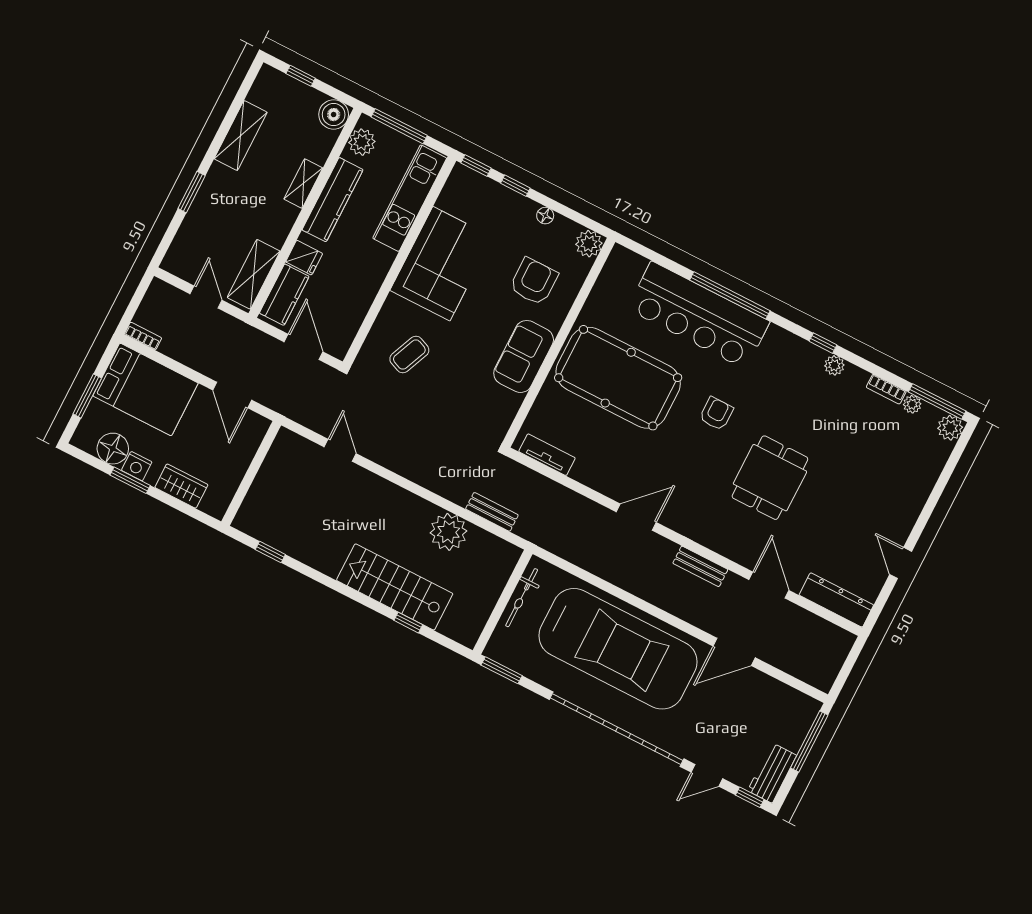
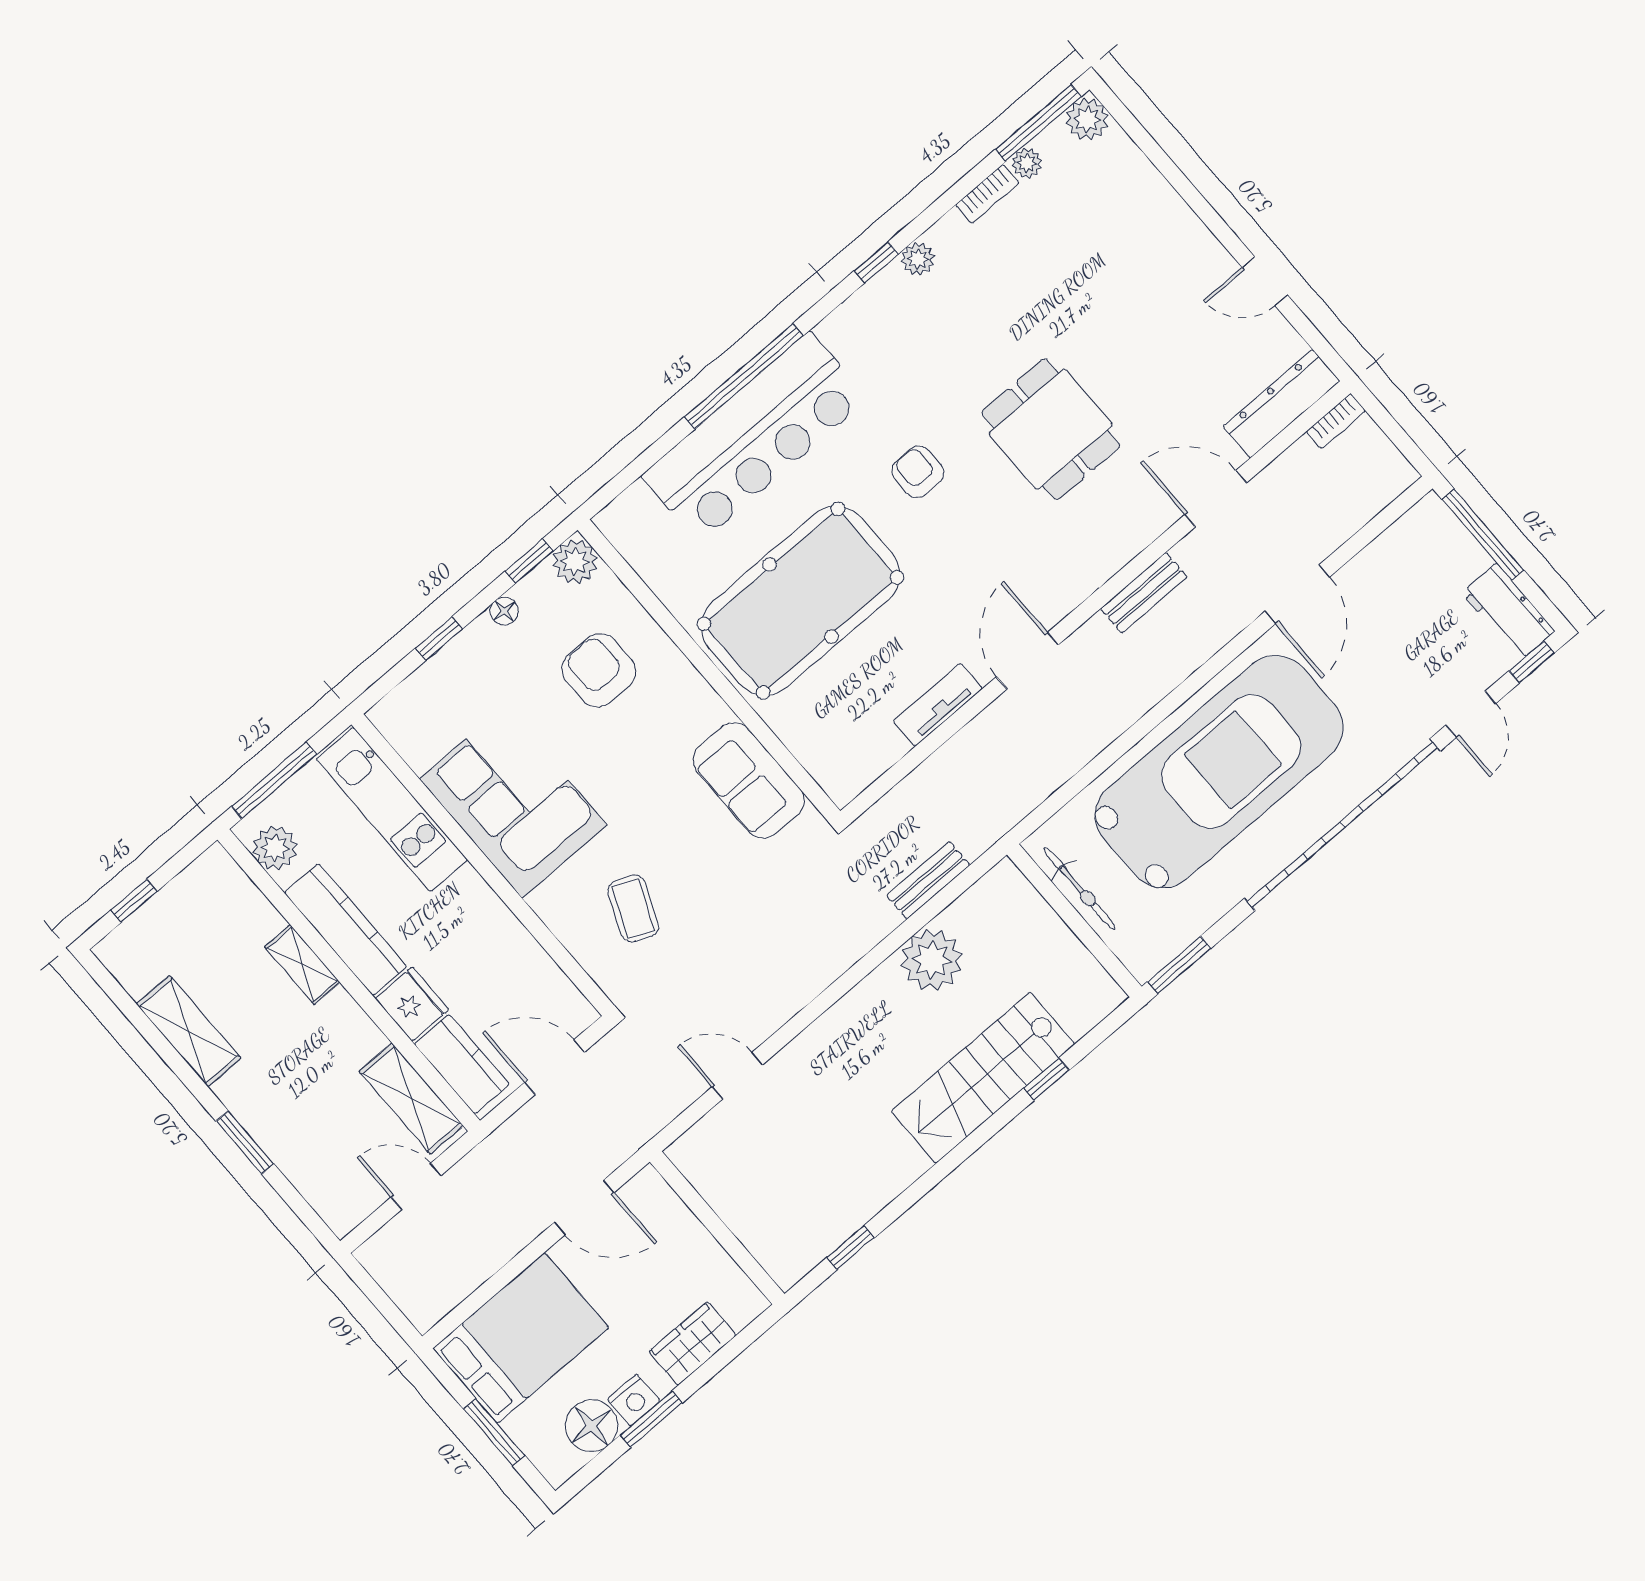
boiler: (334, 115) -> (215, 874), removed
window: (476, 165) -> (529, 561), moved
fridge: (304, 258) -> (412, 1004), width x1.38
bookcase: (143, 336) -> (1336, 421), moved, turned 180
sofa: (524, 356) -> (749, 780), moved
tv unit: (547, 455) -> (938, 705), moved

